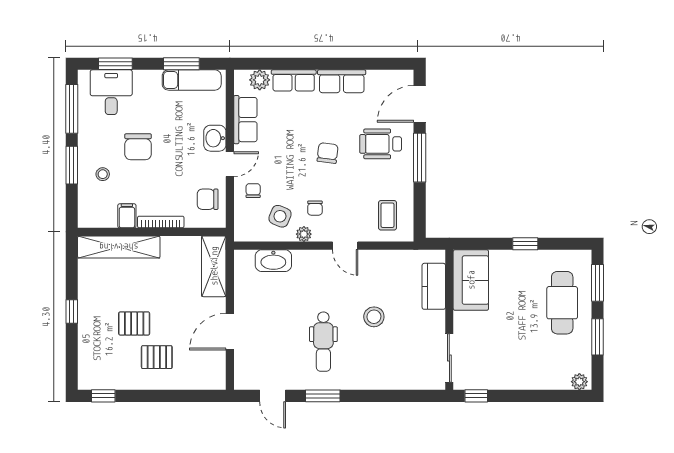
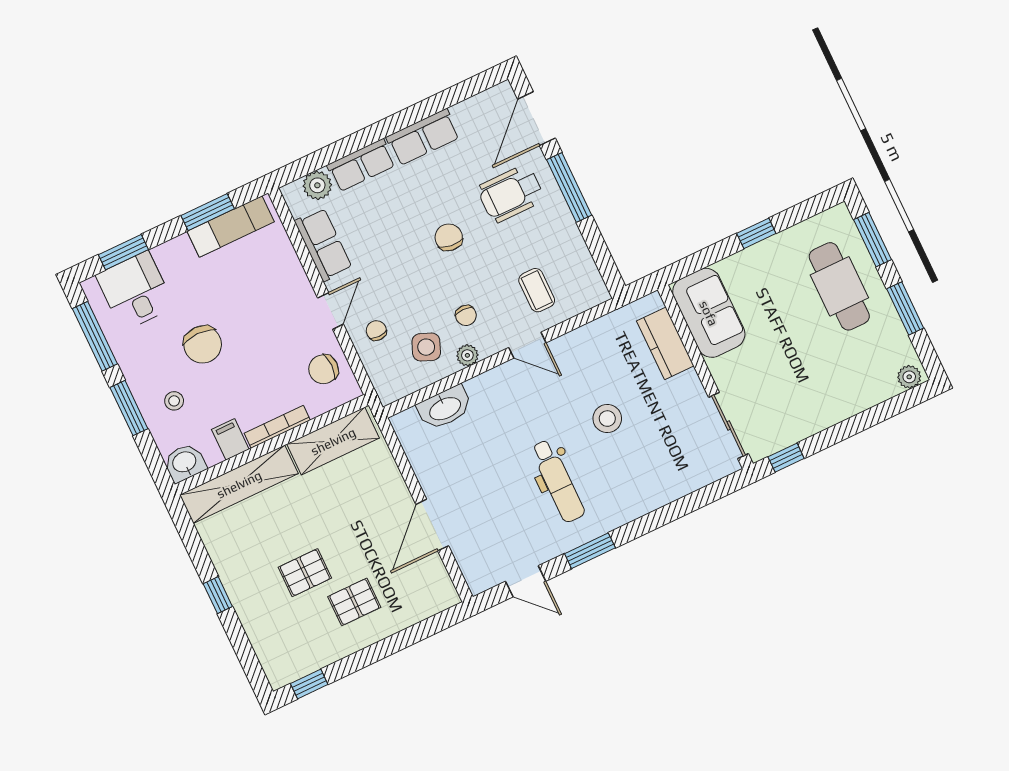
washbasin: (215, 138) -> (185, 463), moved, turned 90
coffee table: (388, 215) -> (537, 290), moved
shelving: (214, 266) -> (333, 441), moved, turned 90

